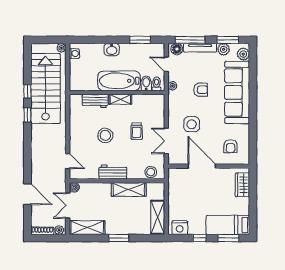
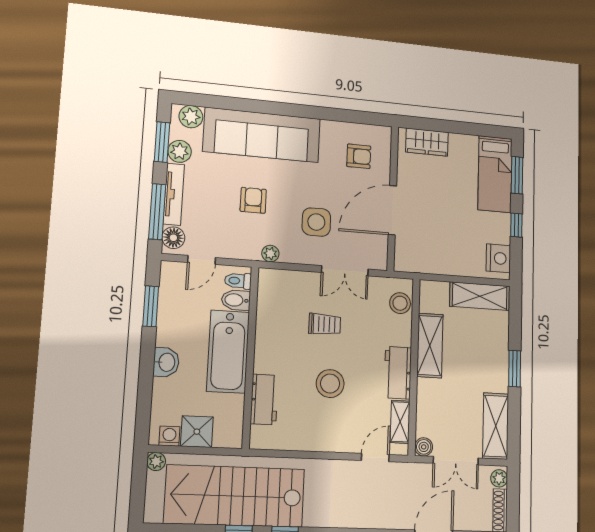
shower: (77, 67) -> (197, 432), added
plant: (172, 86) -> (270, 254), moved
shelving: (120, 99) -> (400, 422), moved

